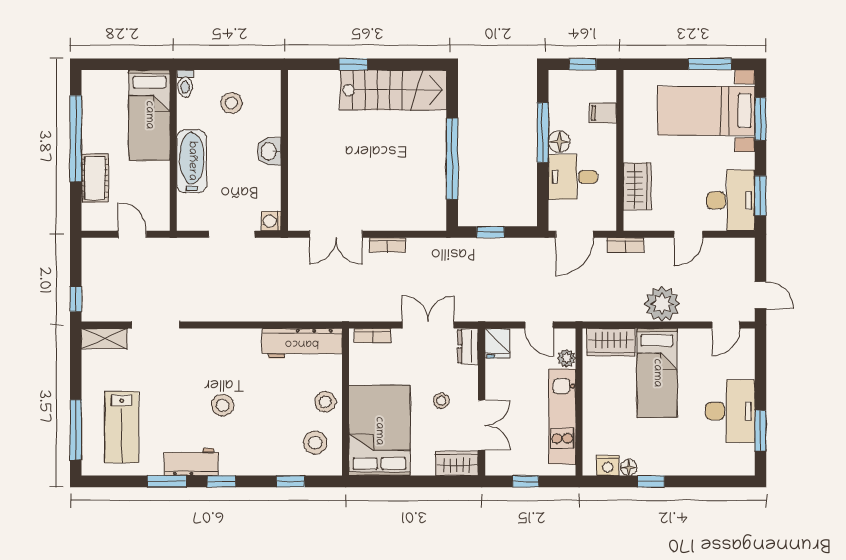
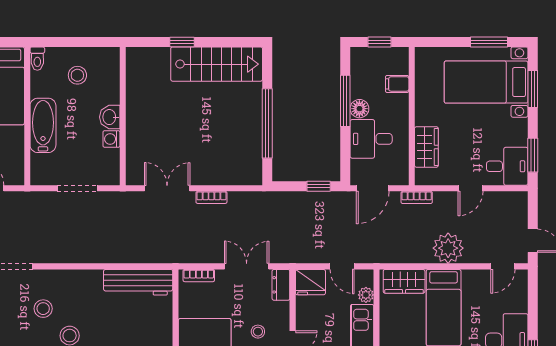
desk: (731, 200) -> (507, 166), width x0.73
washing machine: (271, 221) -> (111, 139), moved
window: (490, 232) -> (319, 186), moved
double door: (336, 234) -> (167, 188), swing flipped
fridge: (497, 343) -> (310, 282), width x1.38
stool: (325, 402) -> (43, 309), moved

